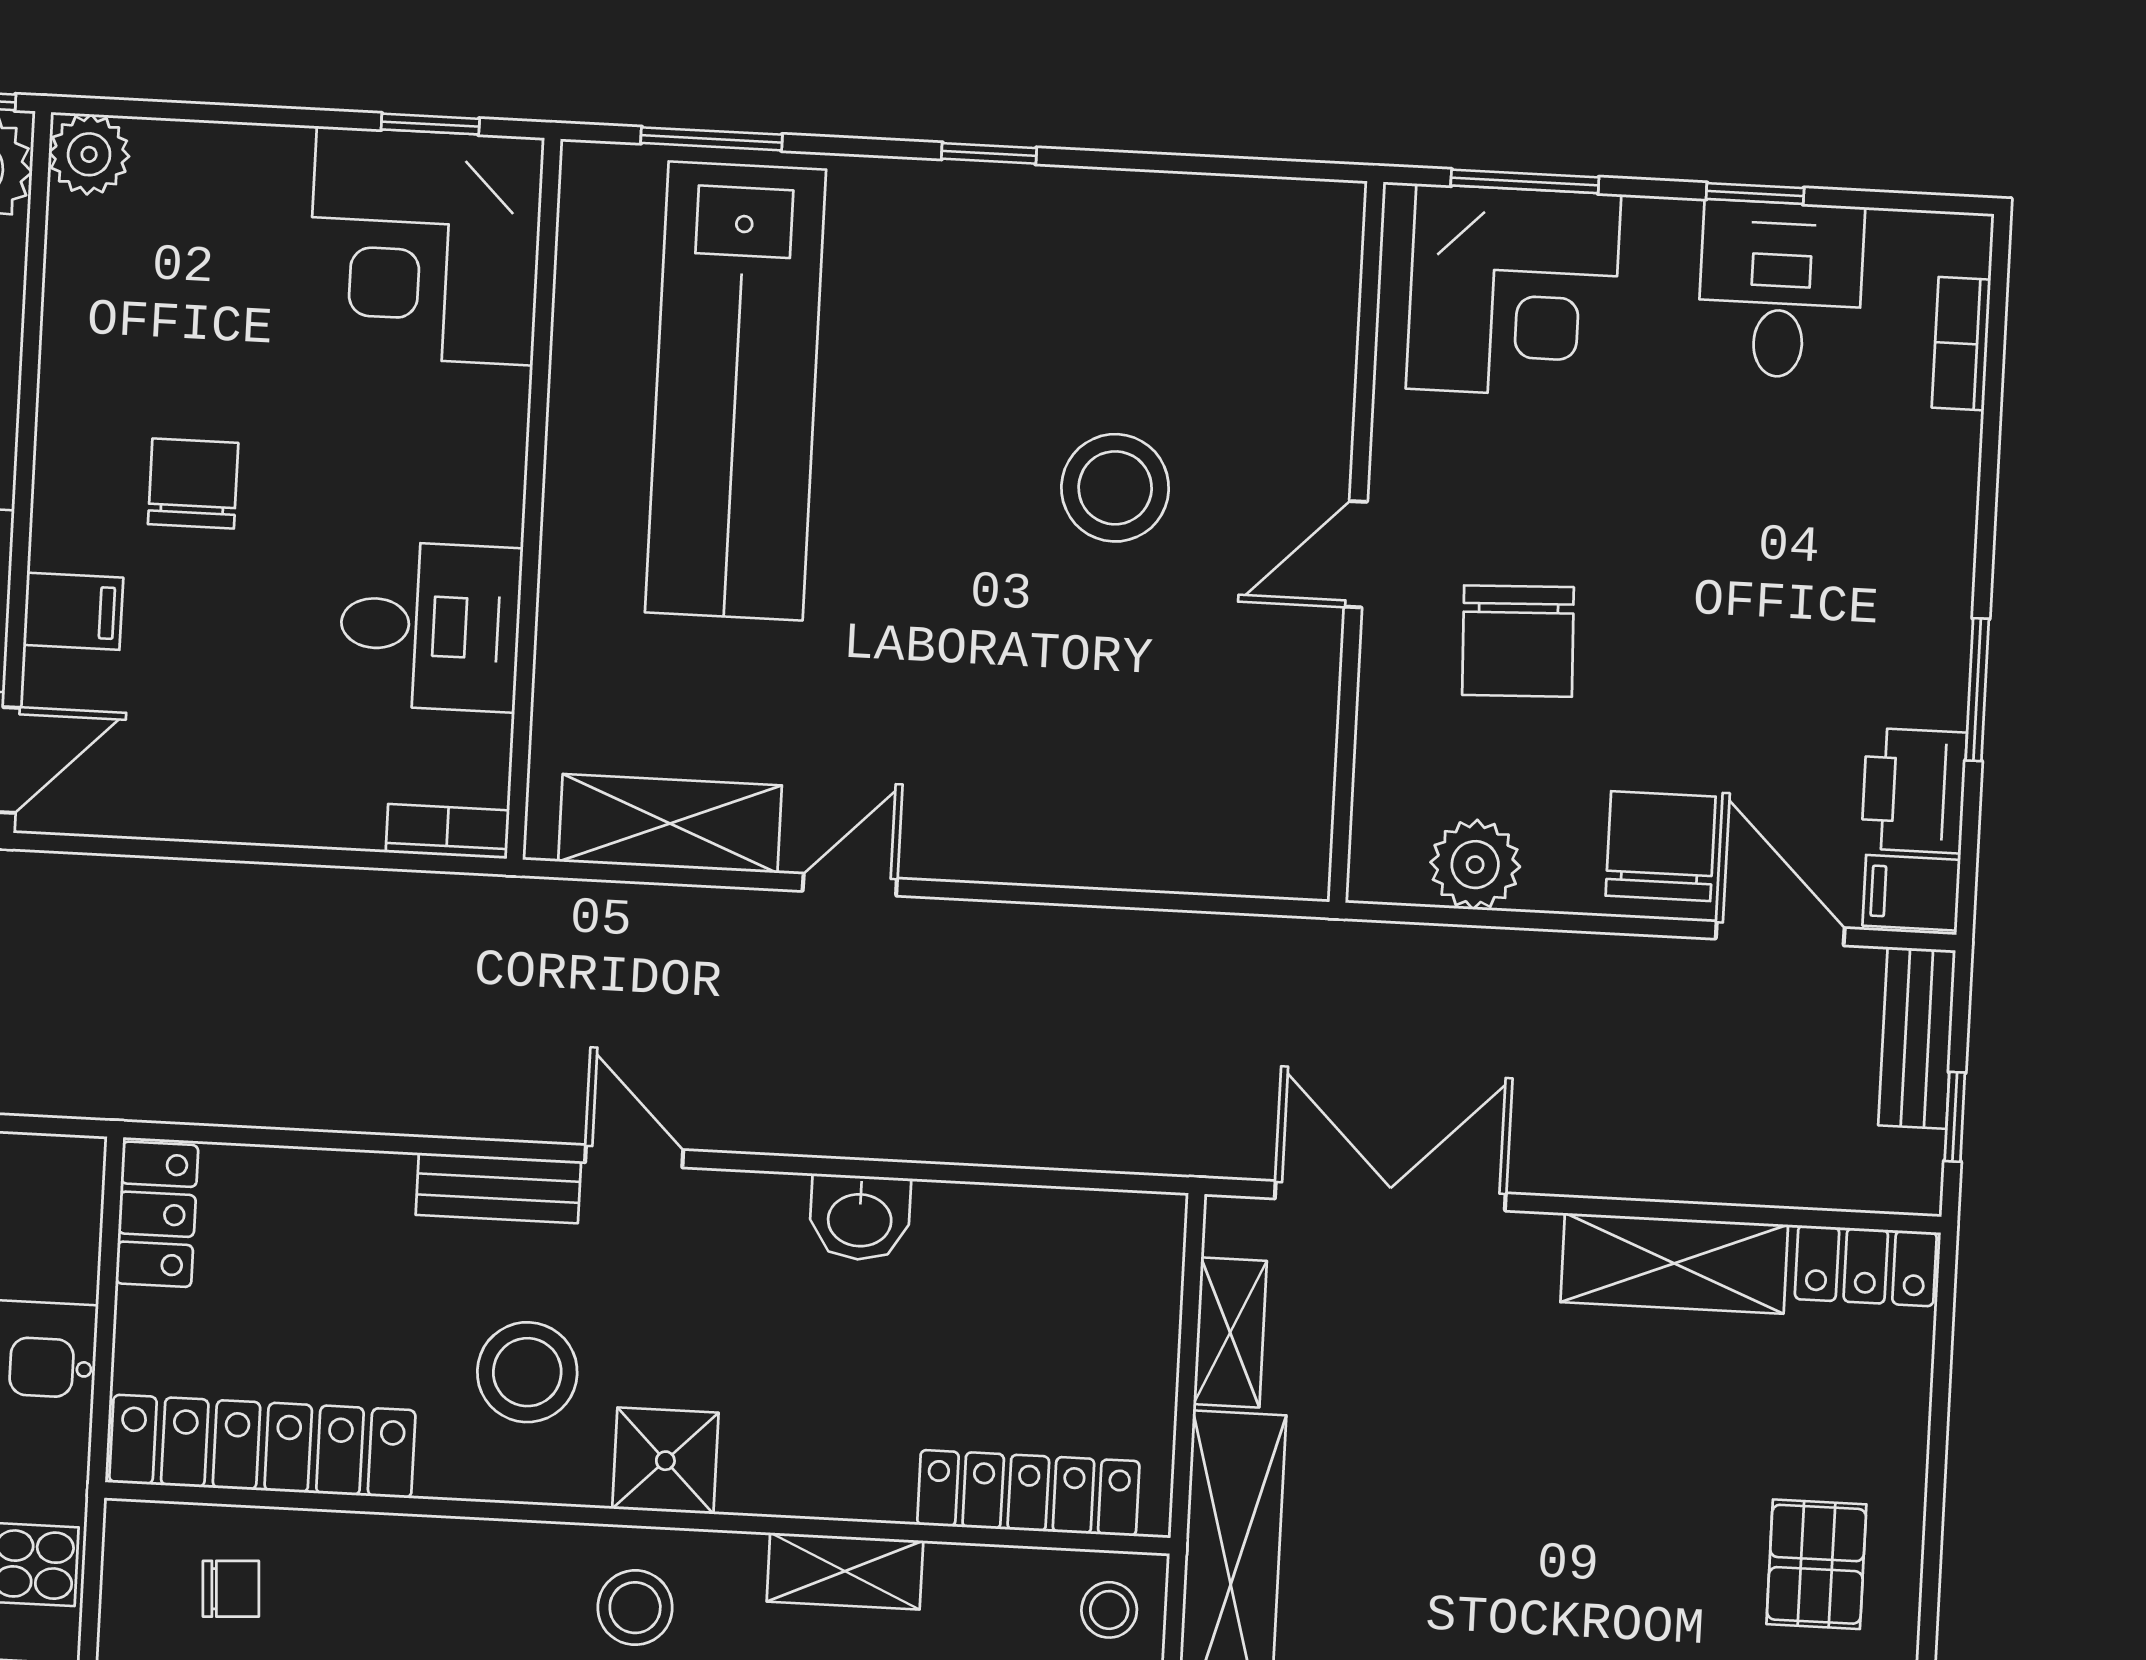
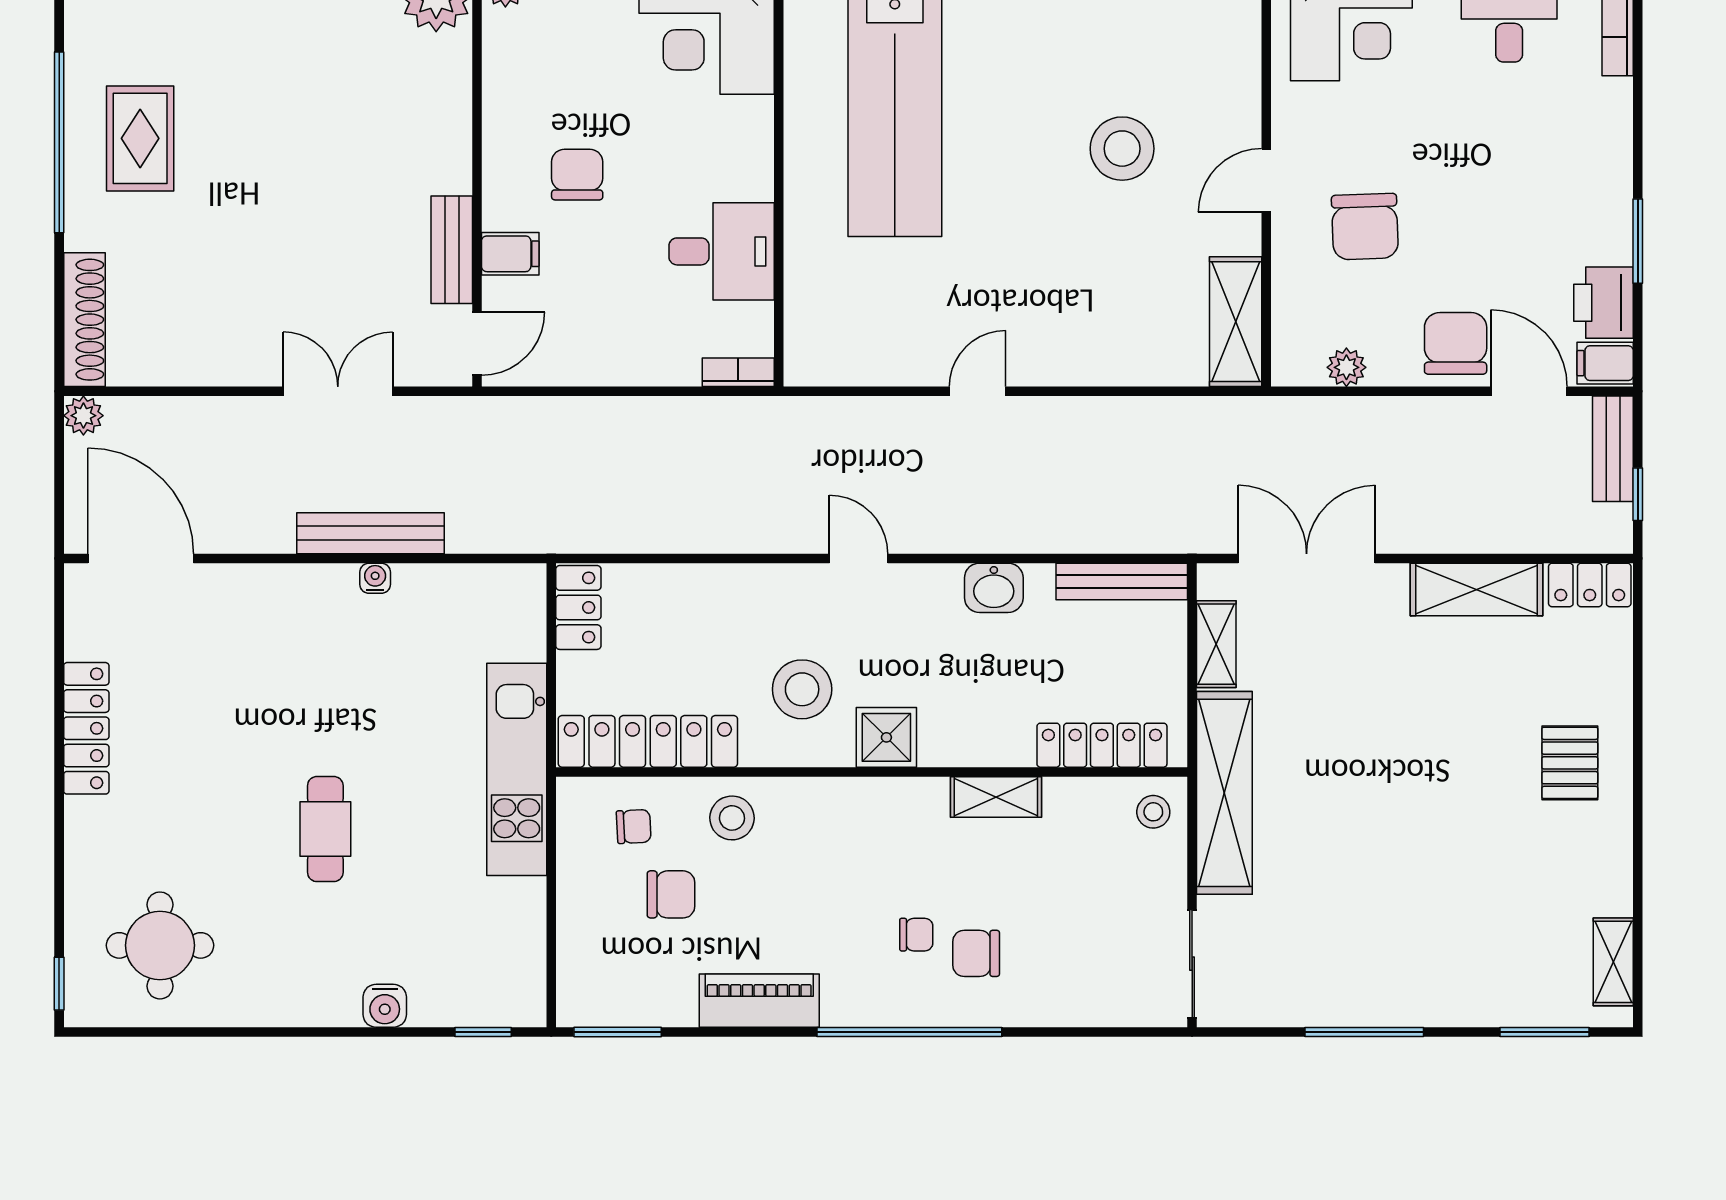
shelving: (670, 823) -> (1236, 322), moved, turned 90
plant: (1475, 865) -> (1346, 367), width x0.73, depth x0.73
bench: (498, 1188) -> (1122, 581), moved, width x1.36
stool: (635, 1608) -> (732, 818), moved

